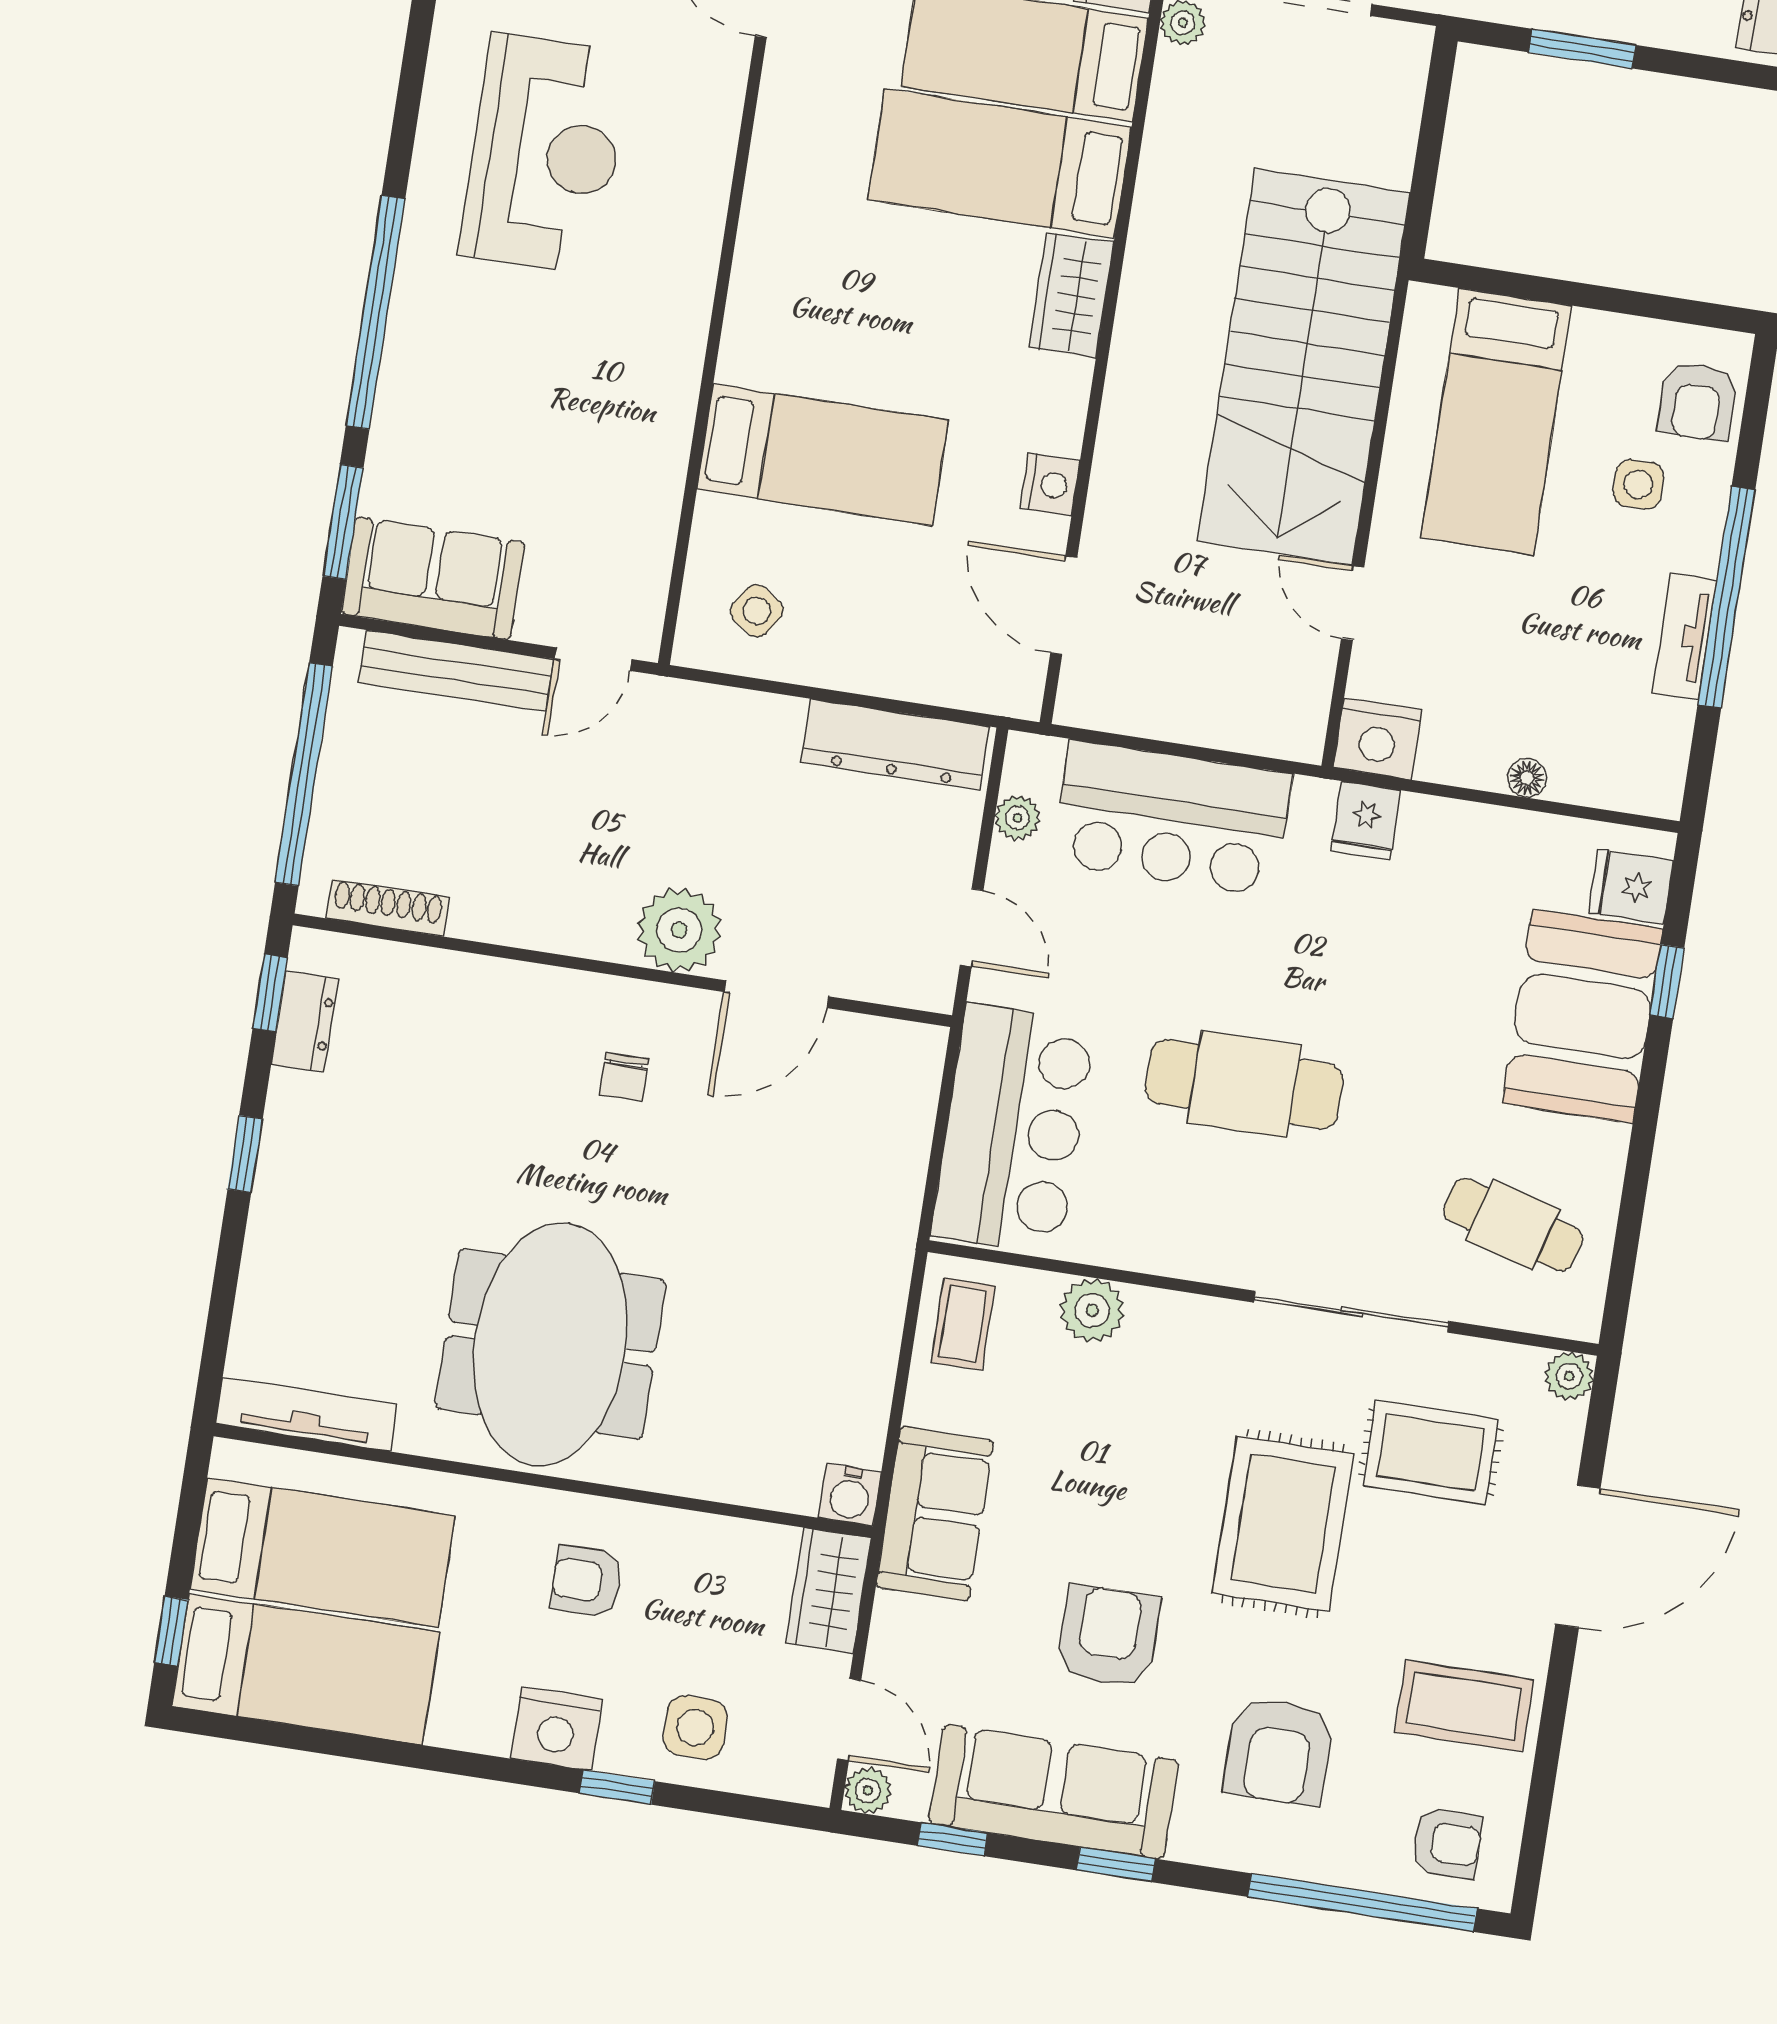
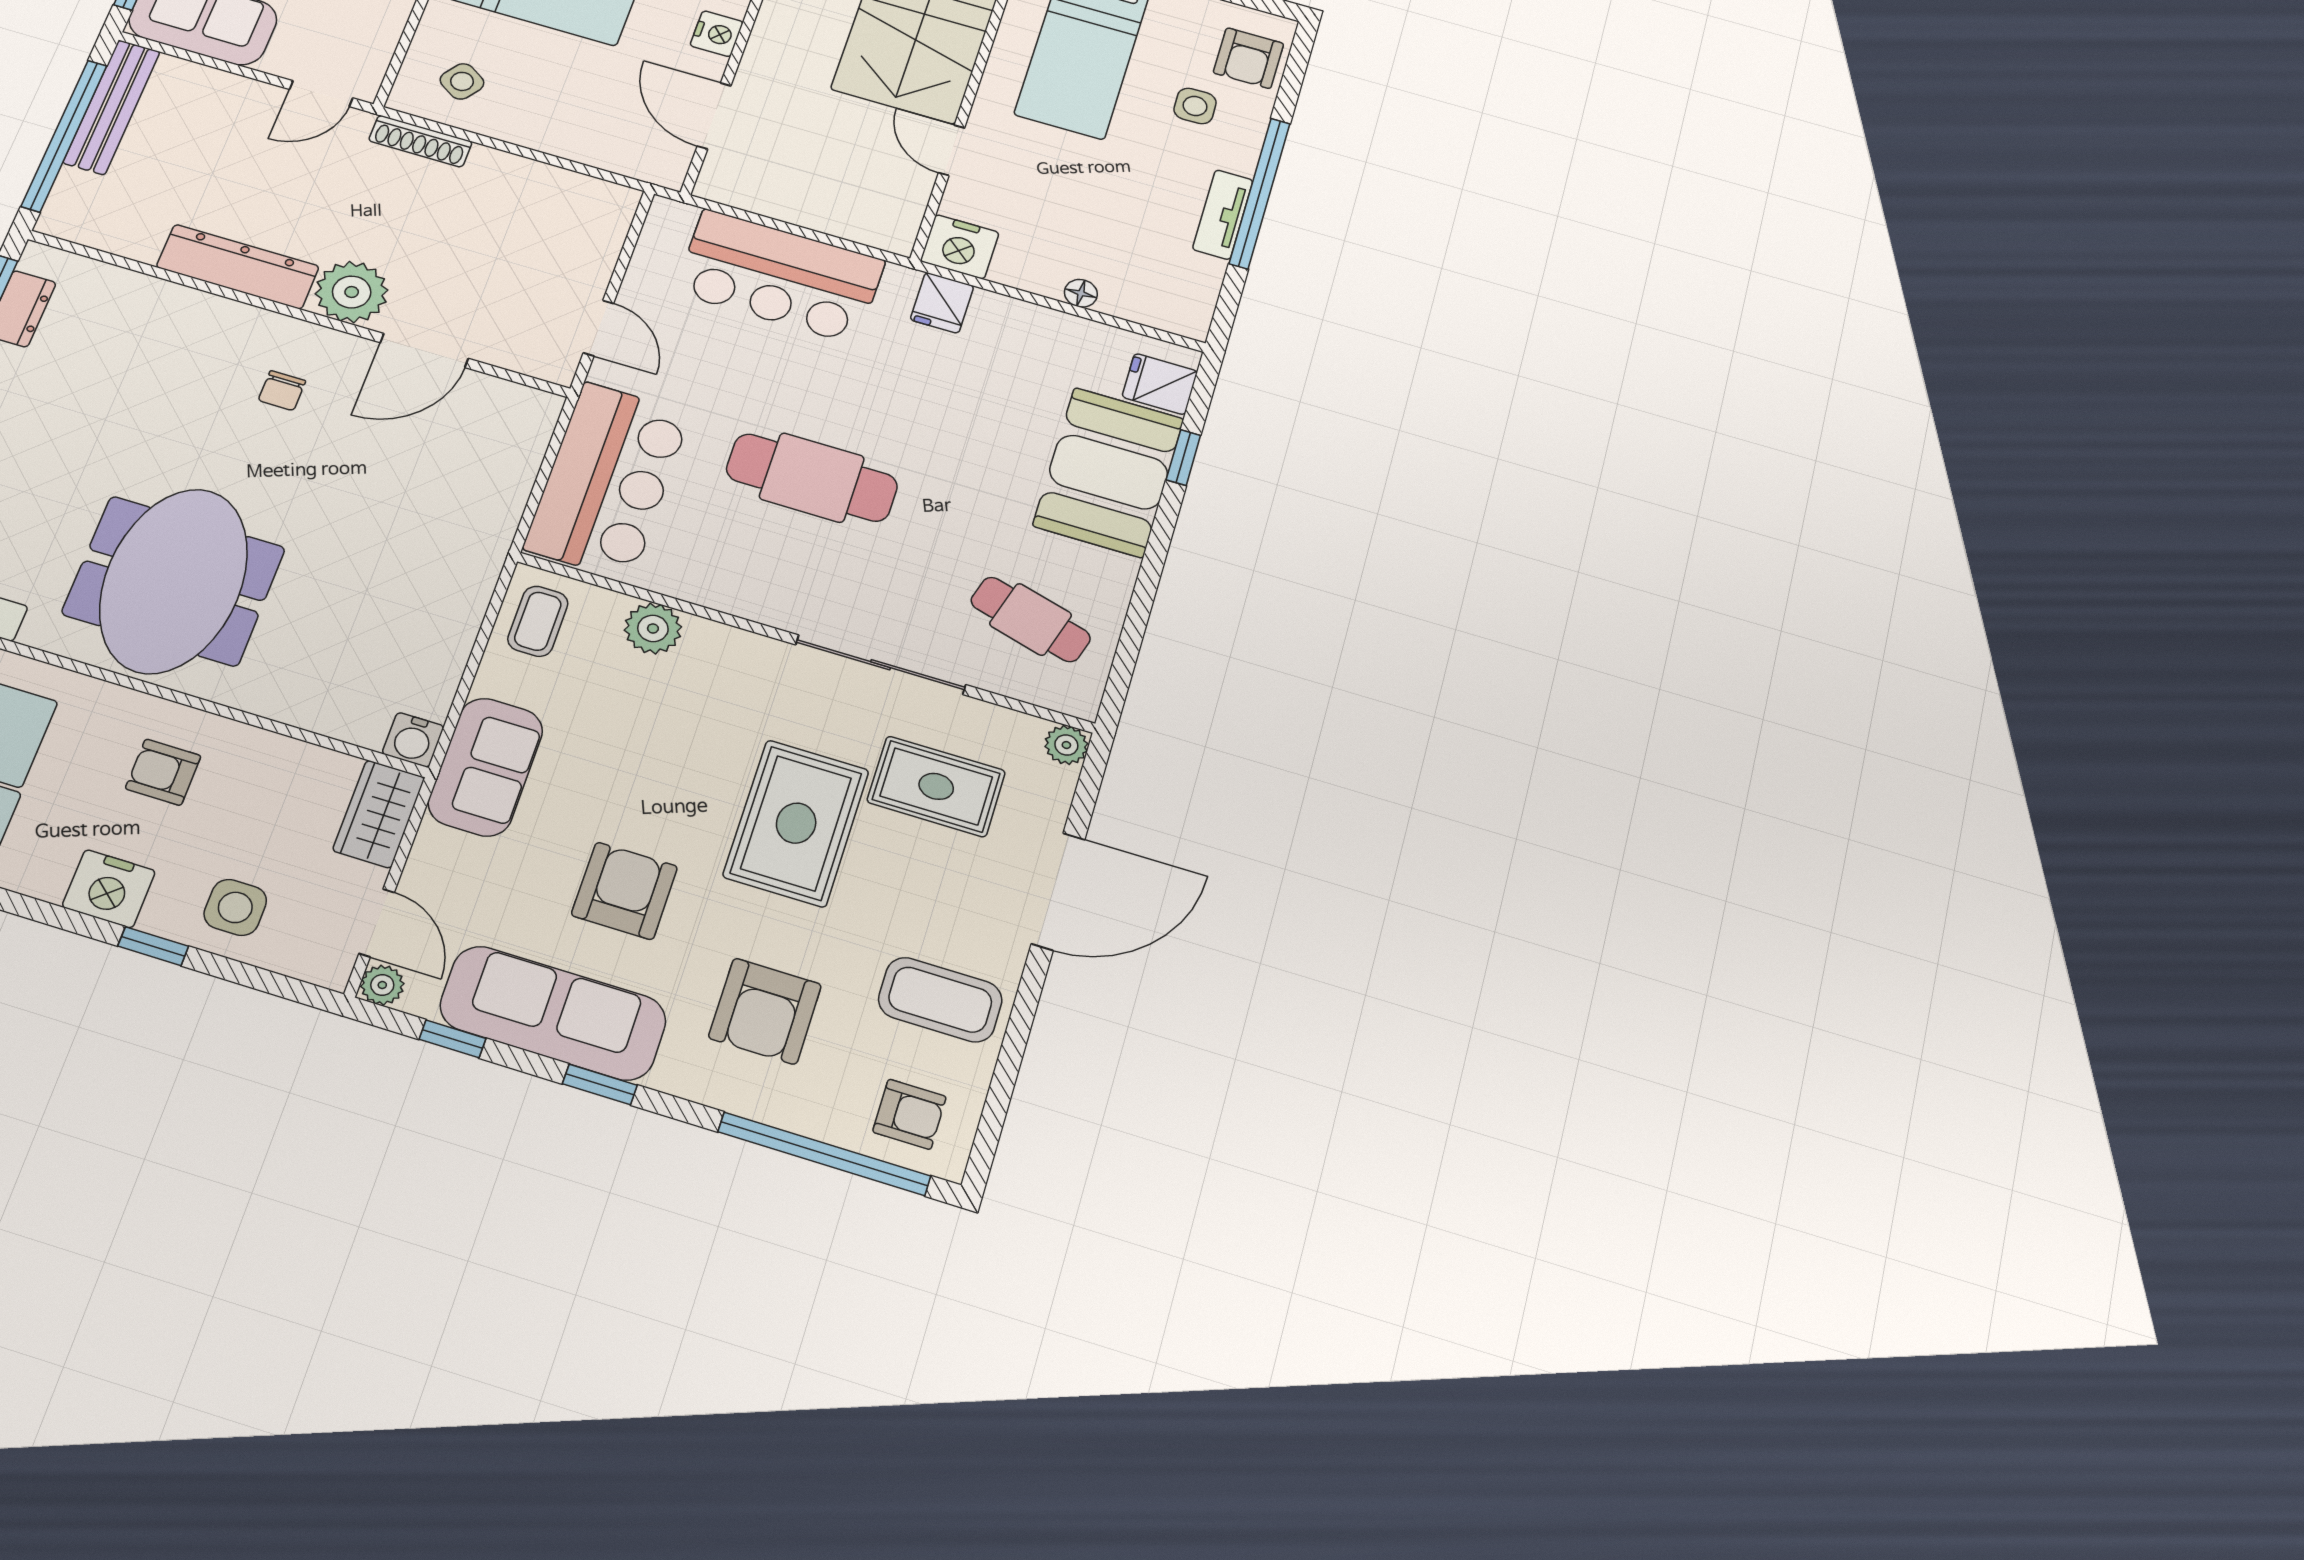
bench: (456, 671) -> (112, 107), moved, turned 90
dresser: (895, 744) -> (238, 267), moved, turned 180
plant: (1017, 818) -> (651, 256), removed
shoe rack: (388, 908) -> (420, 141), moved, turned 180

